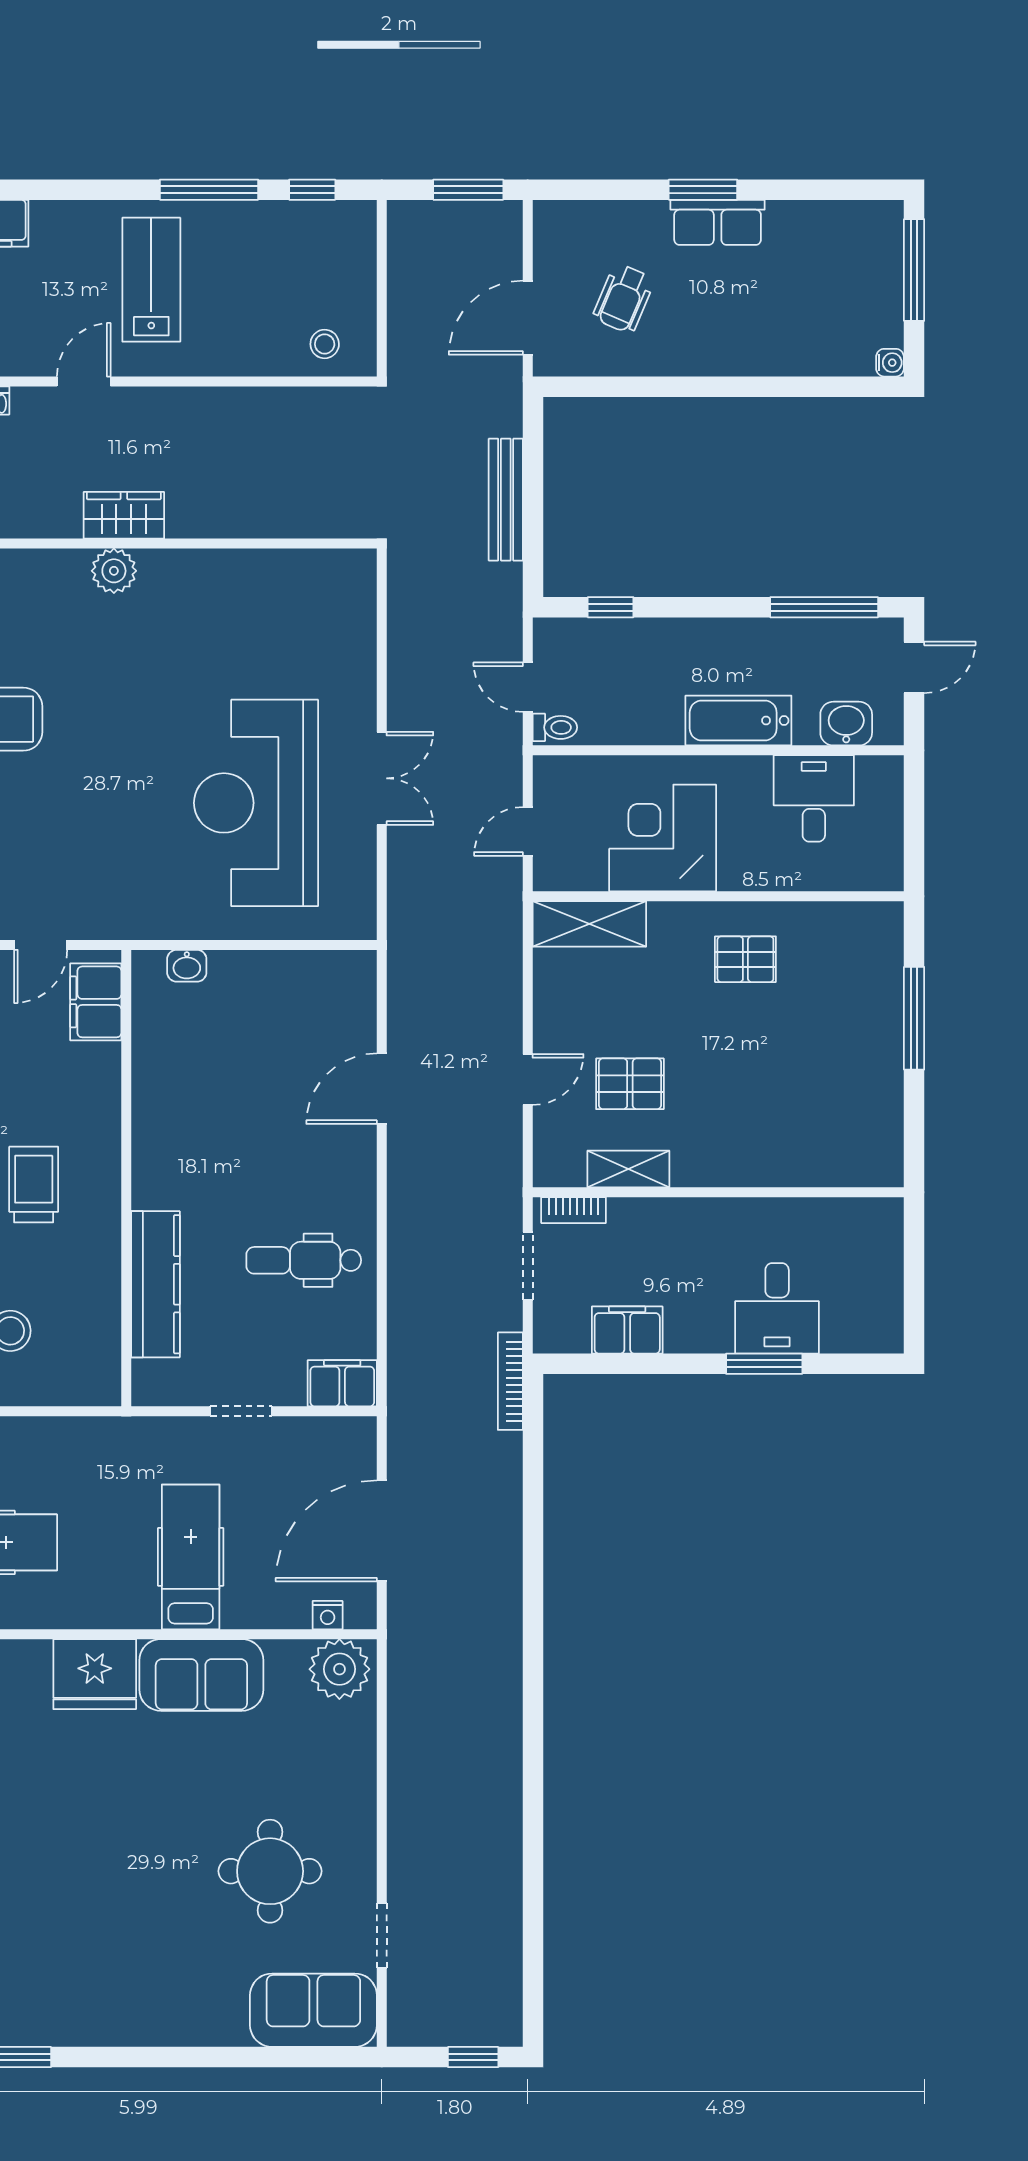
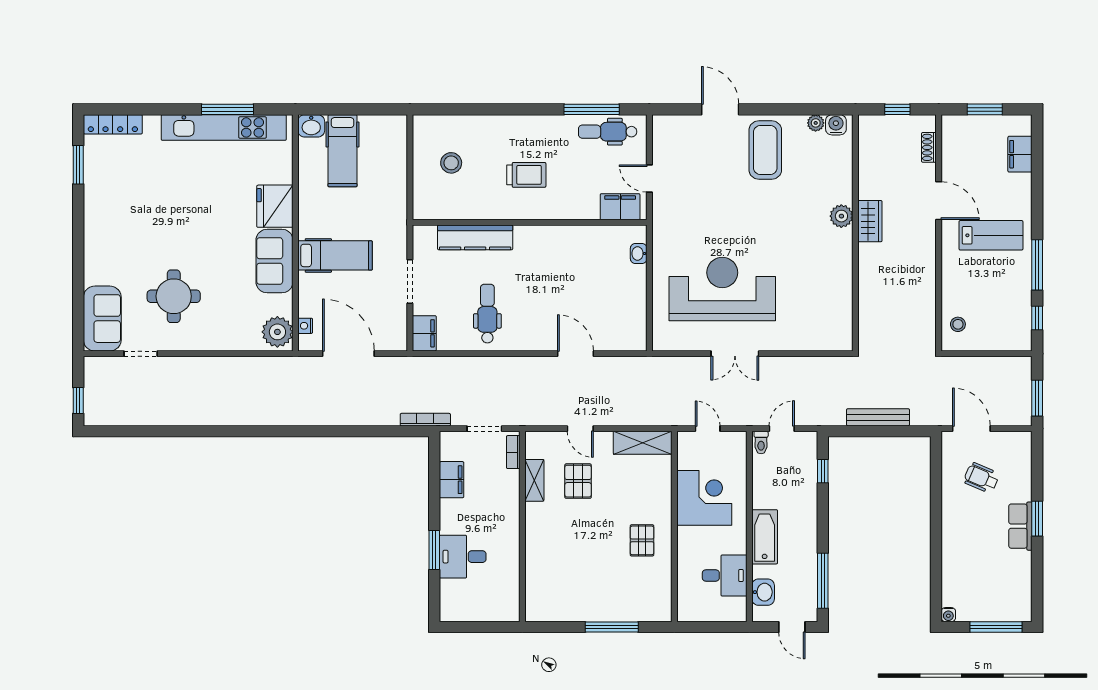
door: (84, 381) -> (939, 201), width x1.38
shelving: (589, 924) -> (643, 443), moved, turned 90
doorway: (241, 1411) -> (410, 282), width x1.38

